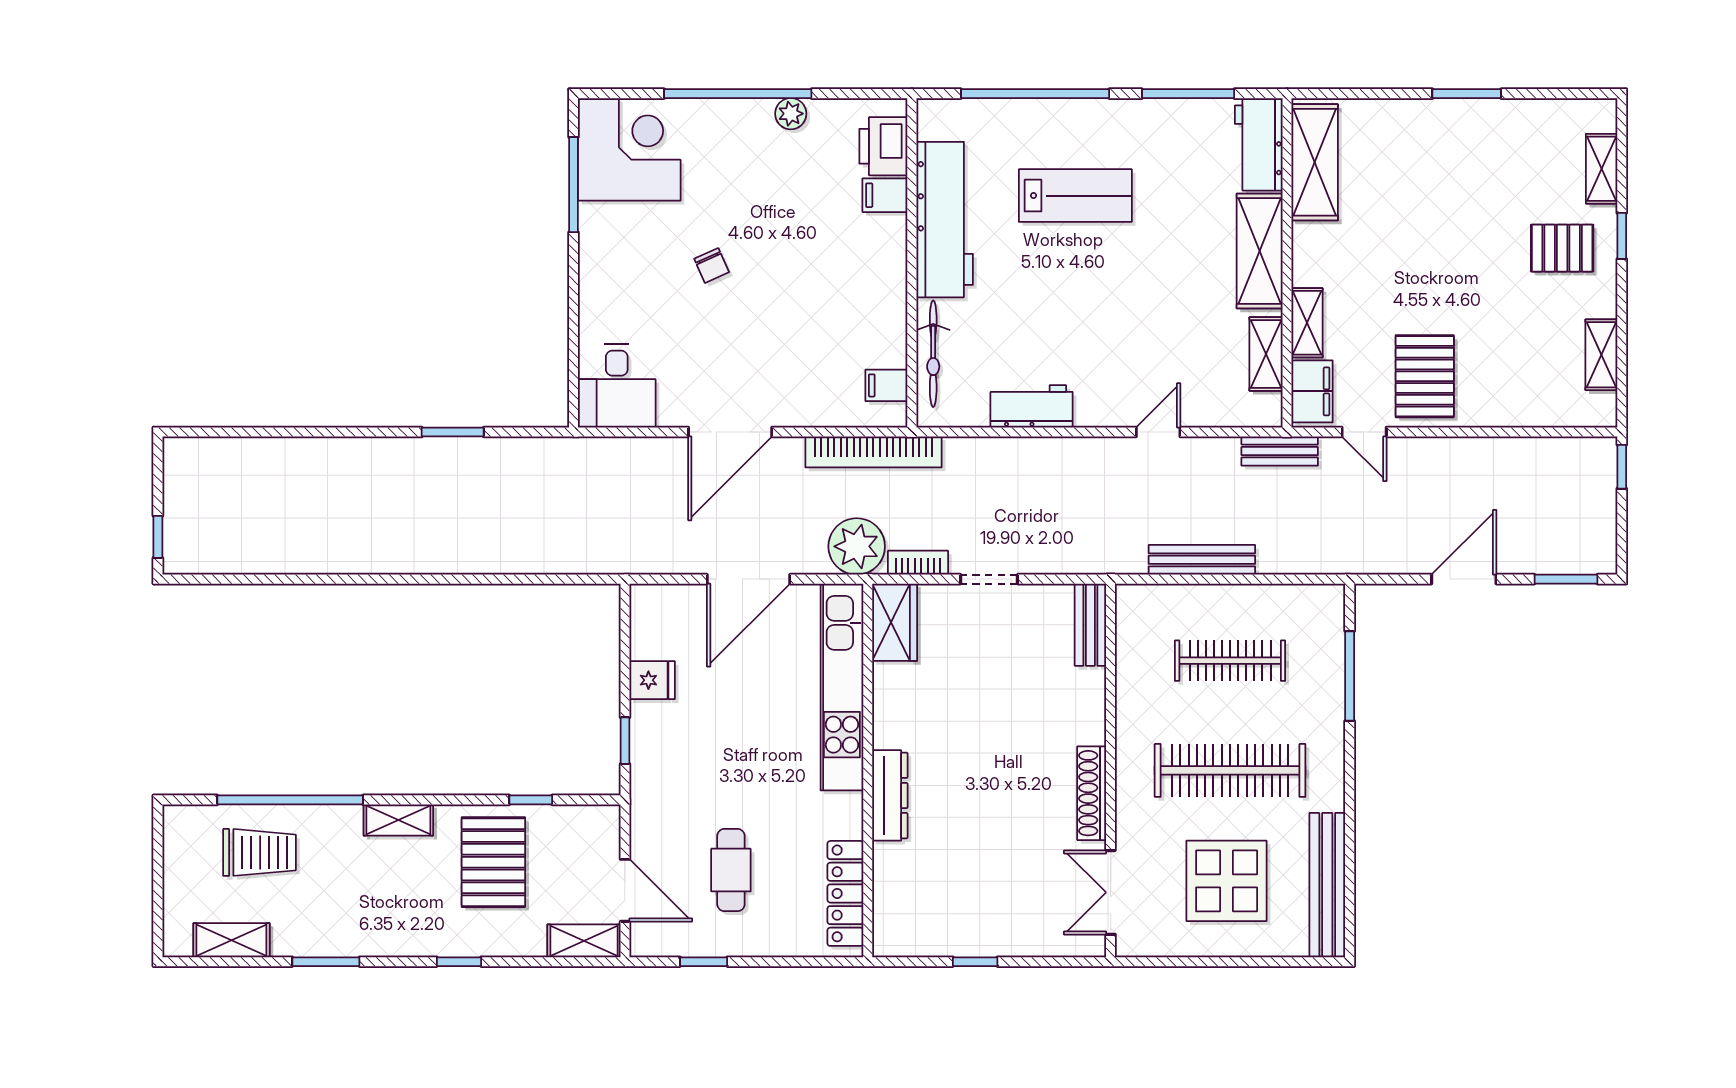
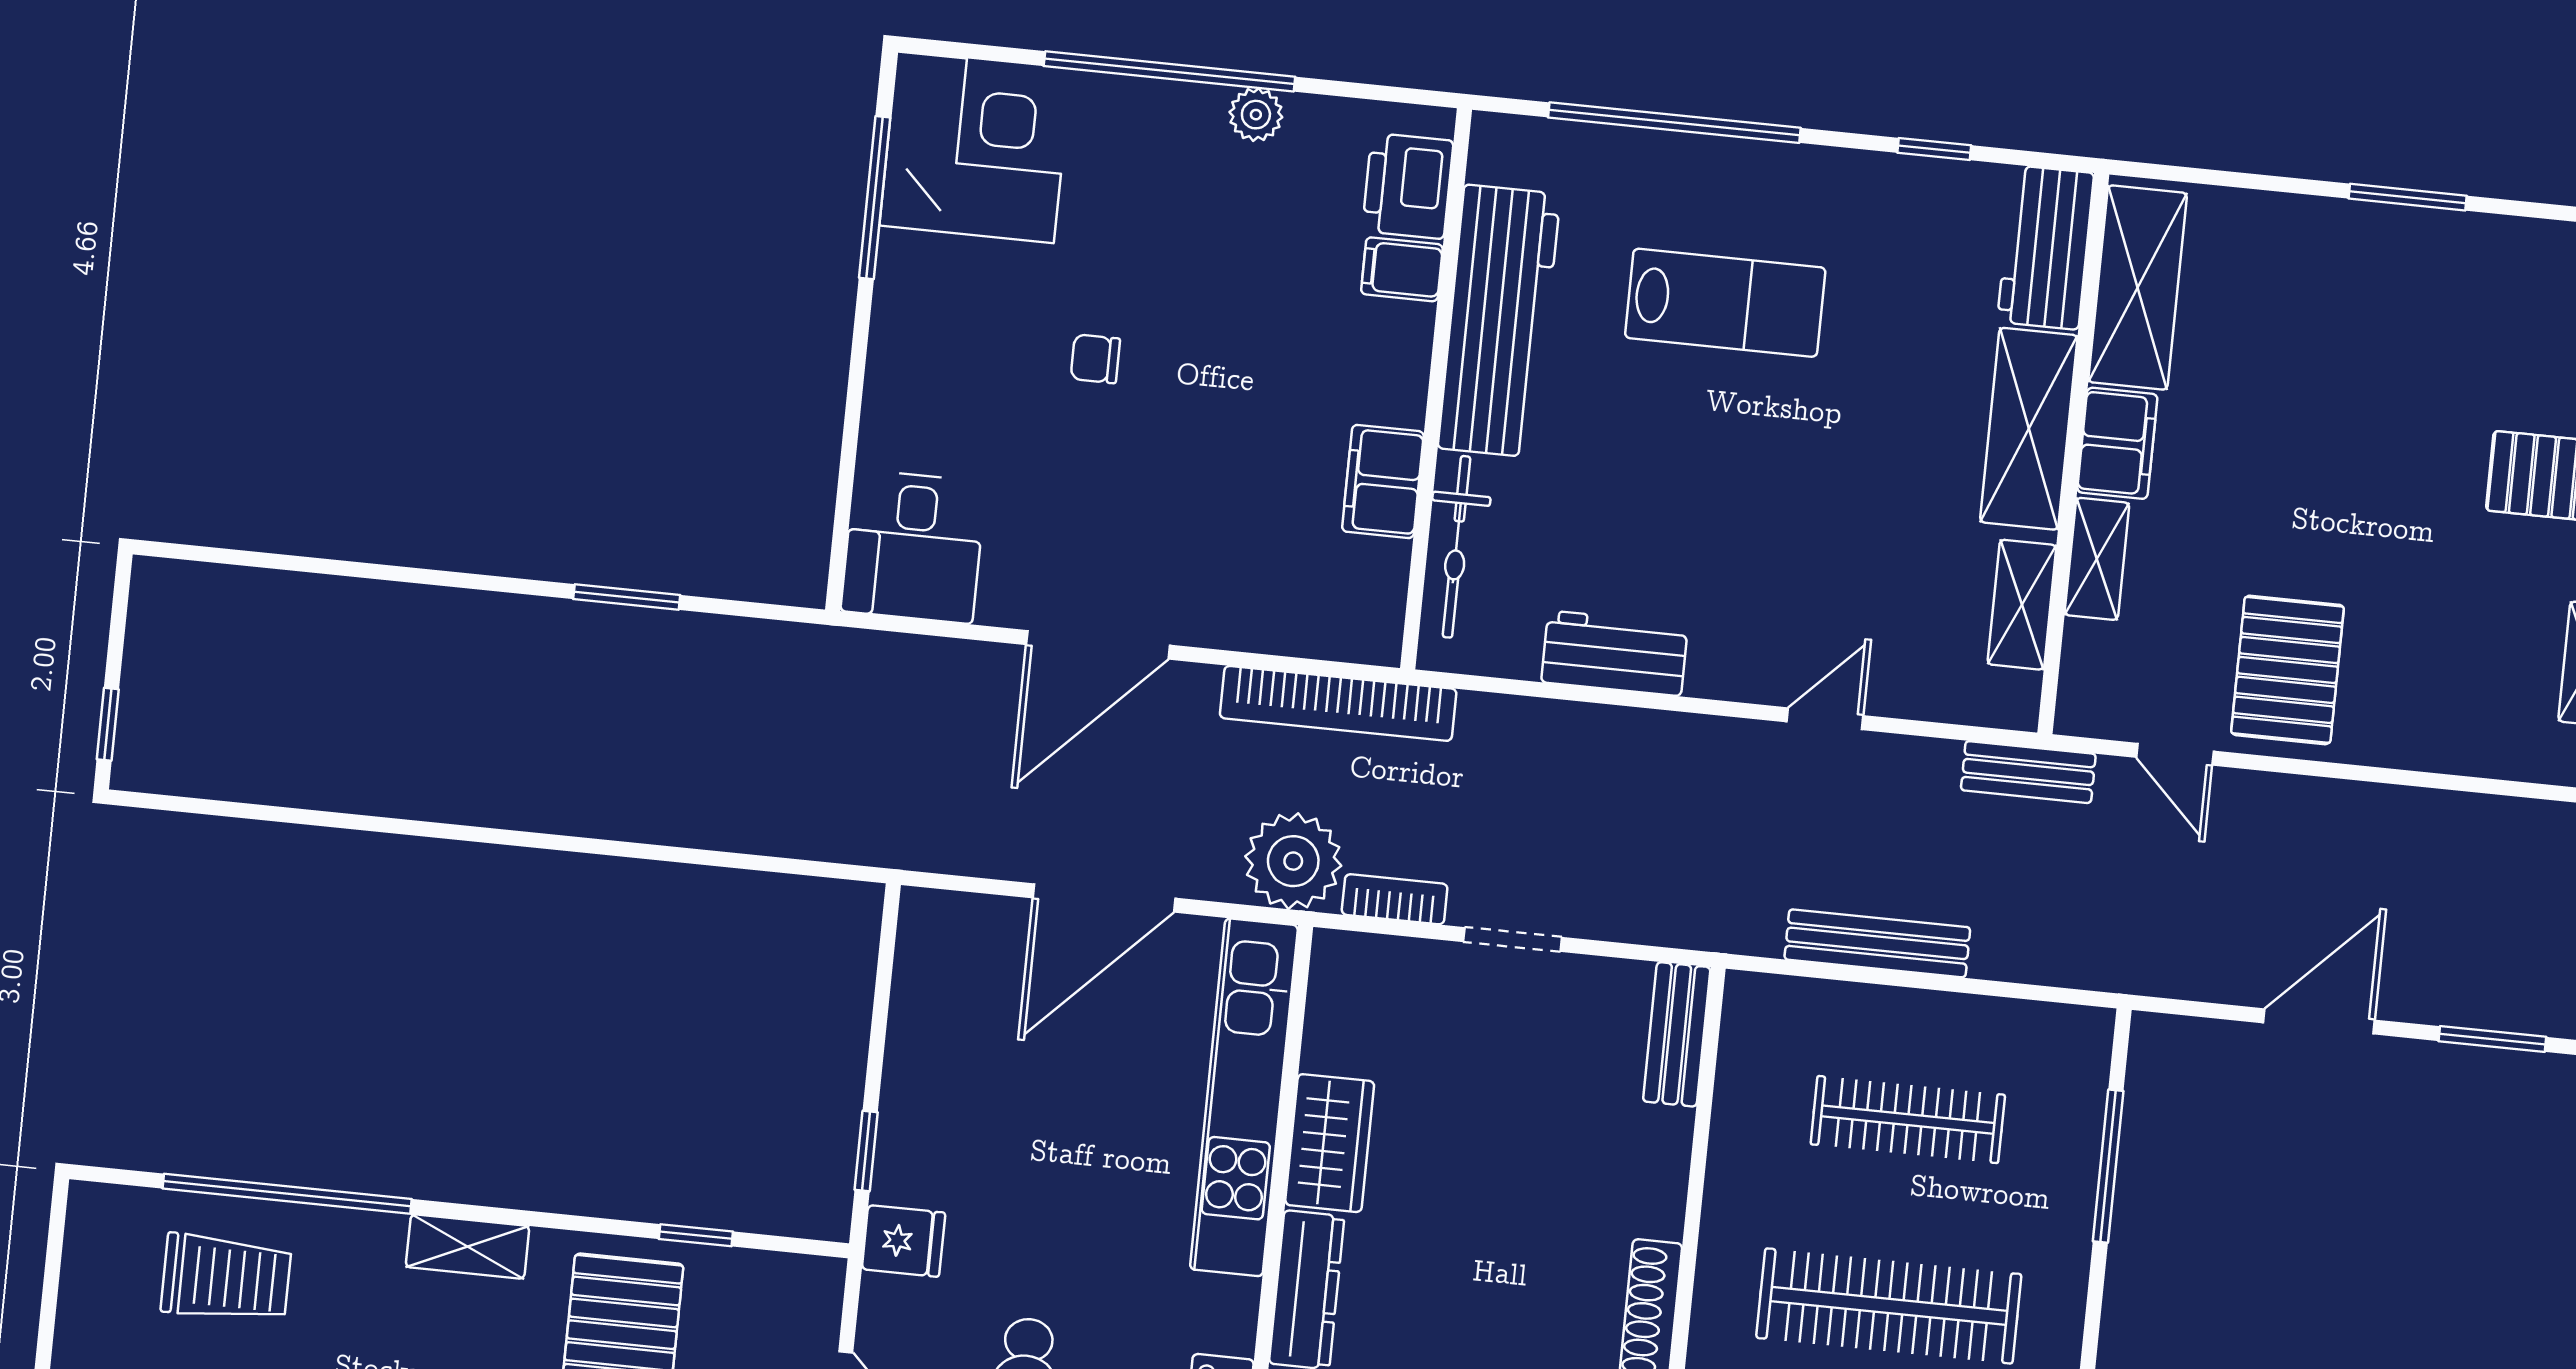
window: (1188, 94) -> (1934, 149), width x0.46
chair: (712, 265) -> (1095, 359), turned 114
filing cabinet: (886, 385) -> (1383, 481), moved, width x2.00
filing cabinet: (1312, 391) -> (2117, 443), moved
wardrobe: (895, 622) -> (1330, 1143), moved
fridge: (652, 680) -> (904, 1241), moved

